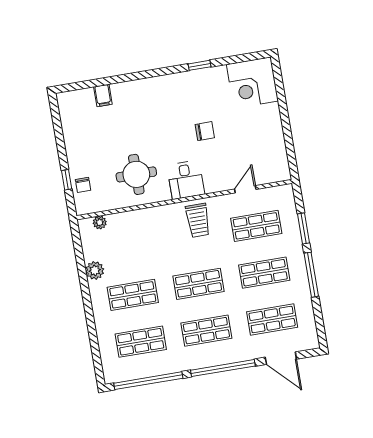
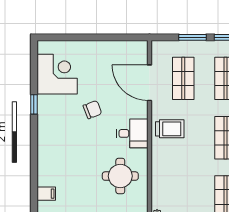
corner desk: (252, 83) -> (57, 74), moved, turned -90
chair: (205, 131) -> (92, 110), turned 69
door: (245, 189) -> (149, 83), width x1.88

